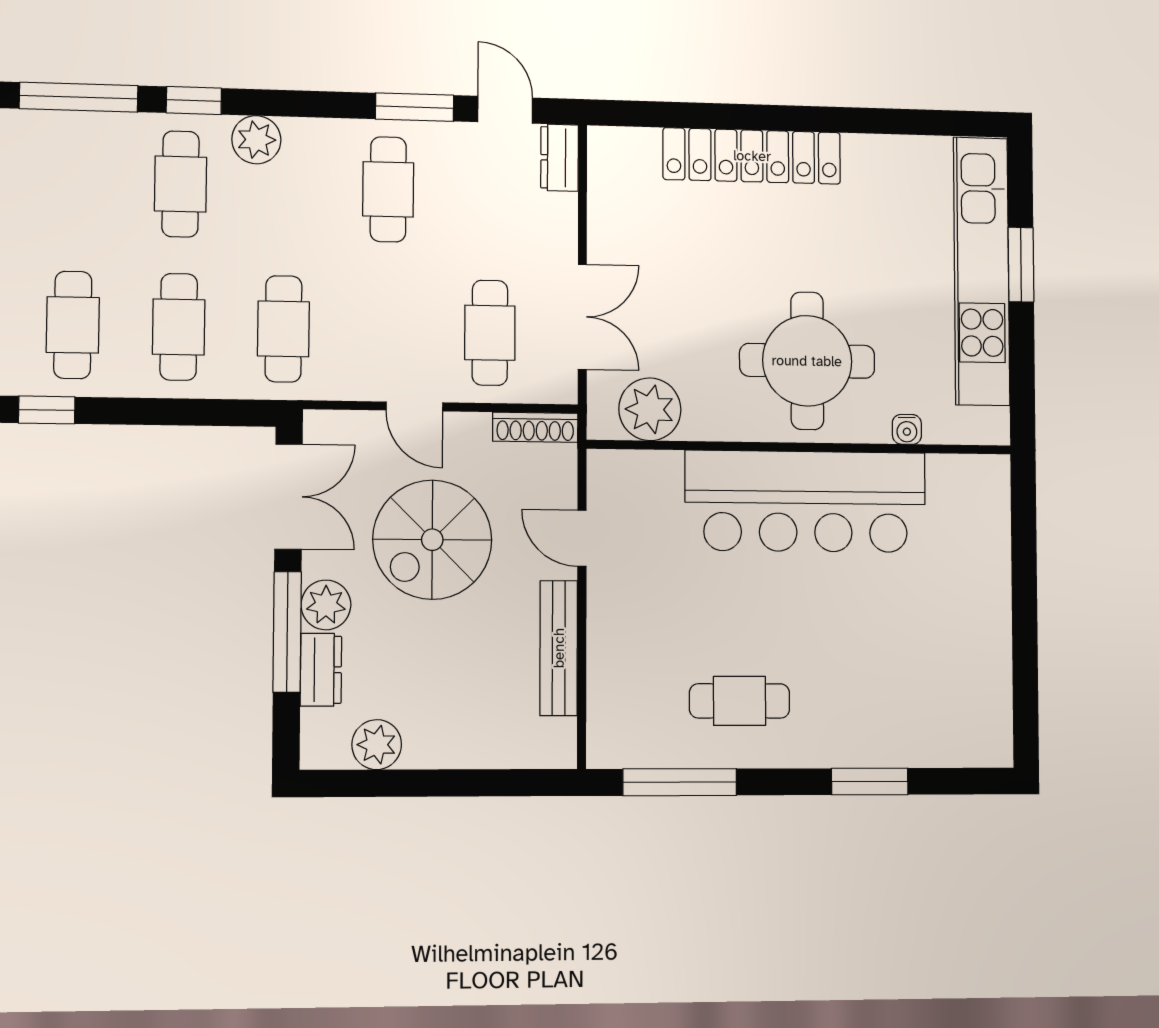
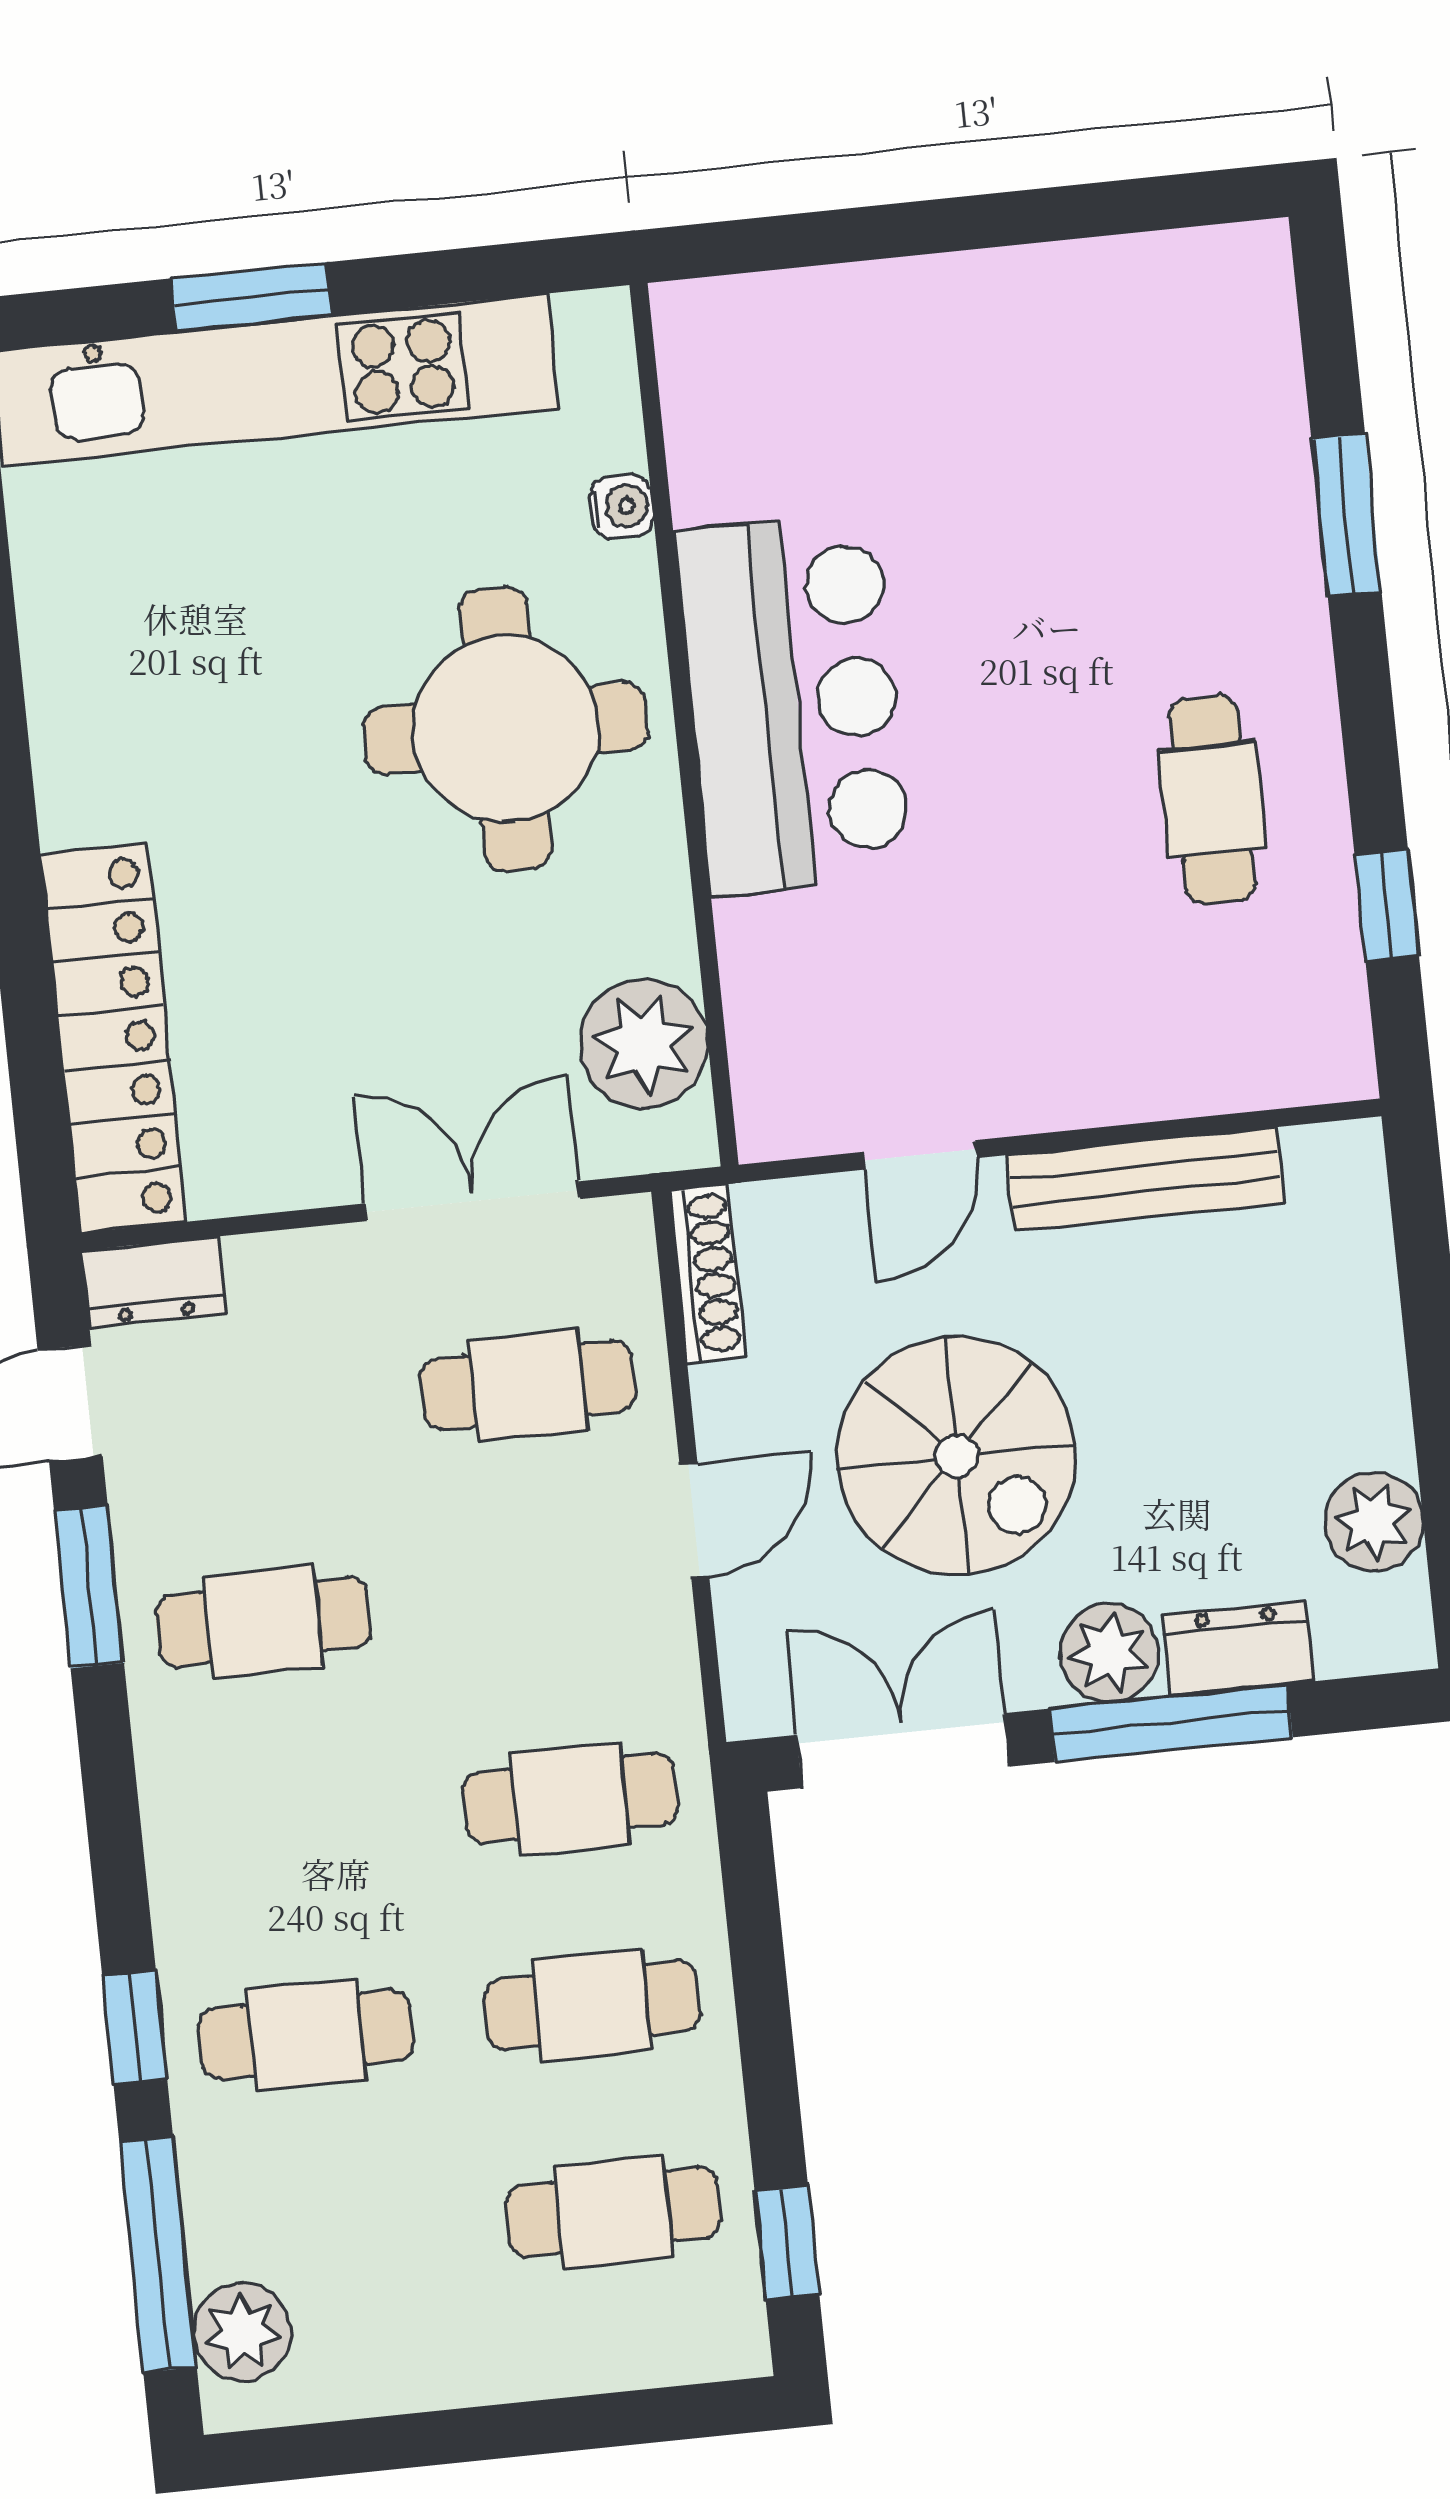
plant: (256, 140) -> (242, 2332), moved
locker: (752, 156) -> (113, 1038), moved
bar counter: (806, 501) -> (794, 704), width x0.73
window: (680, 782) -> (1387, 905), width x0.46

